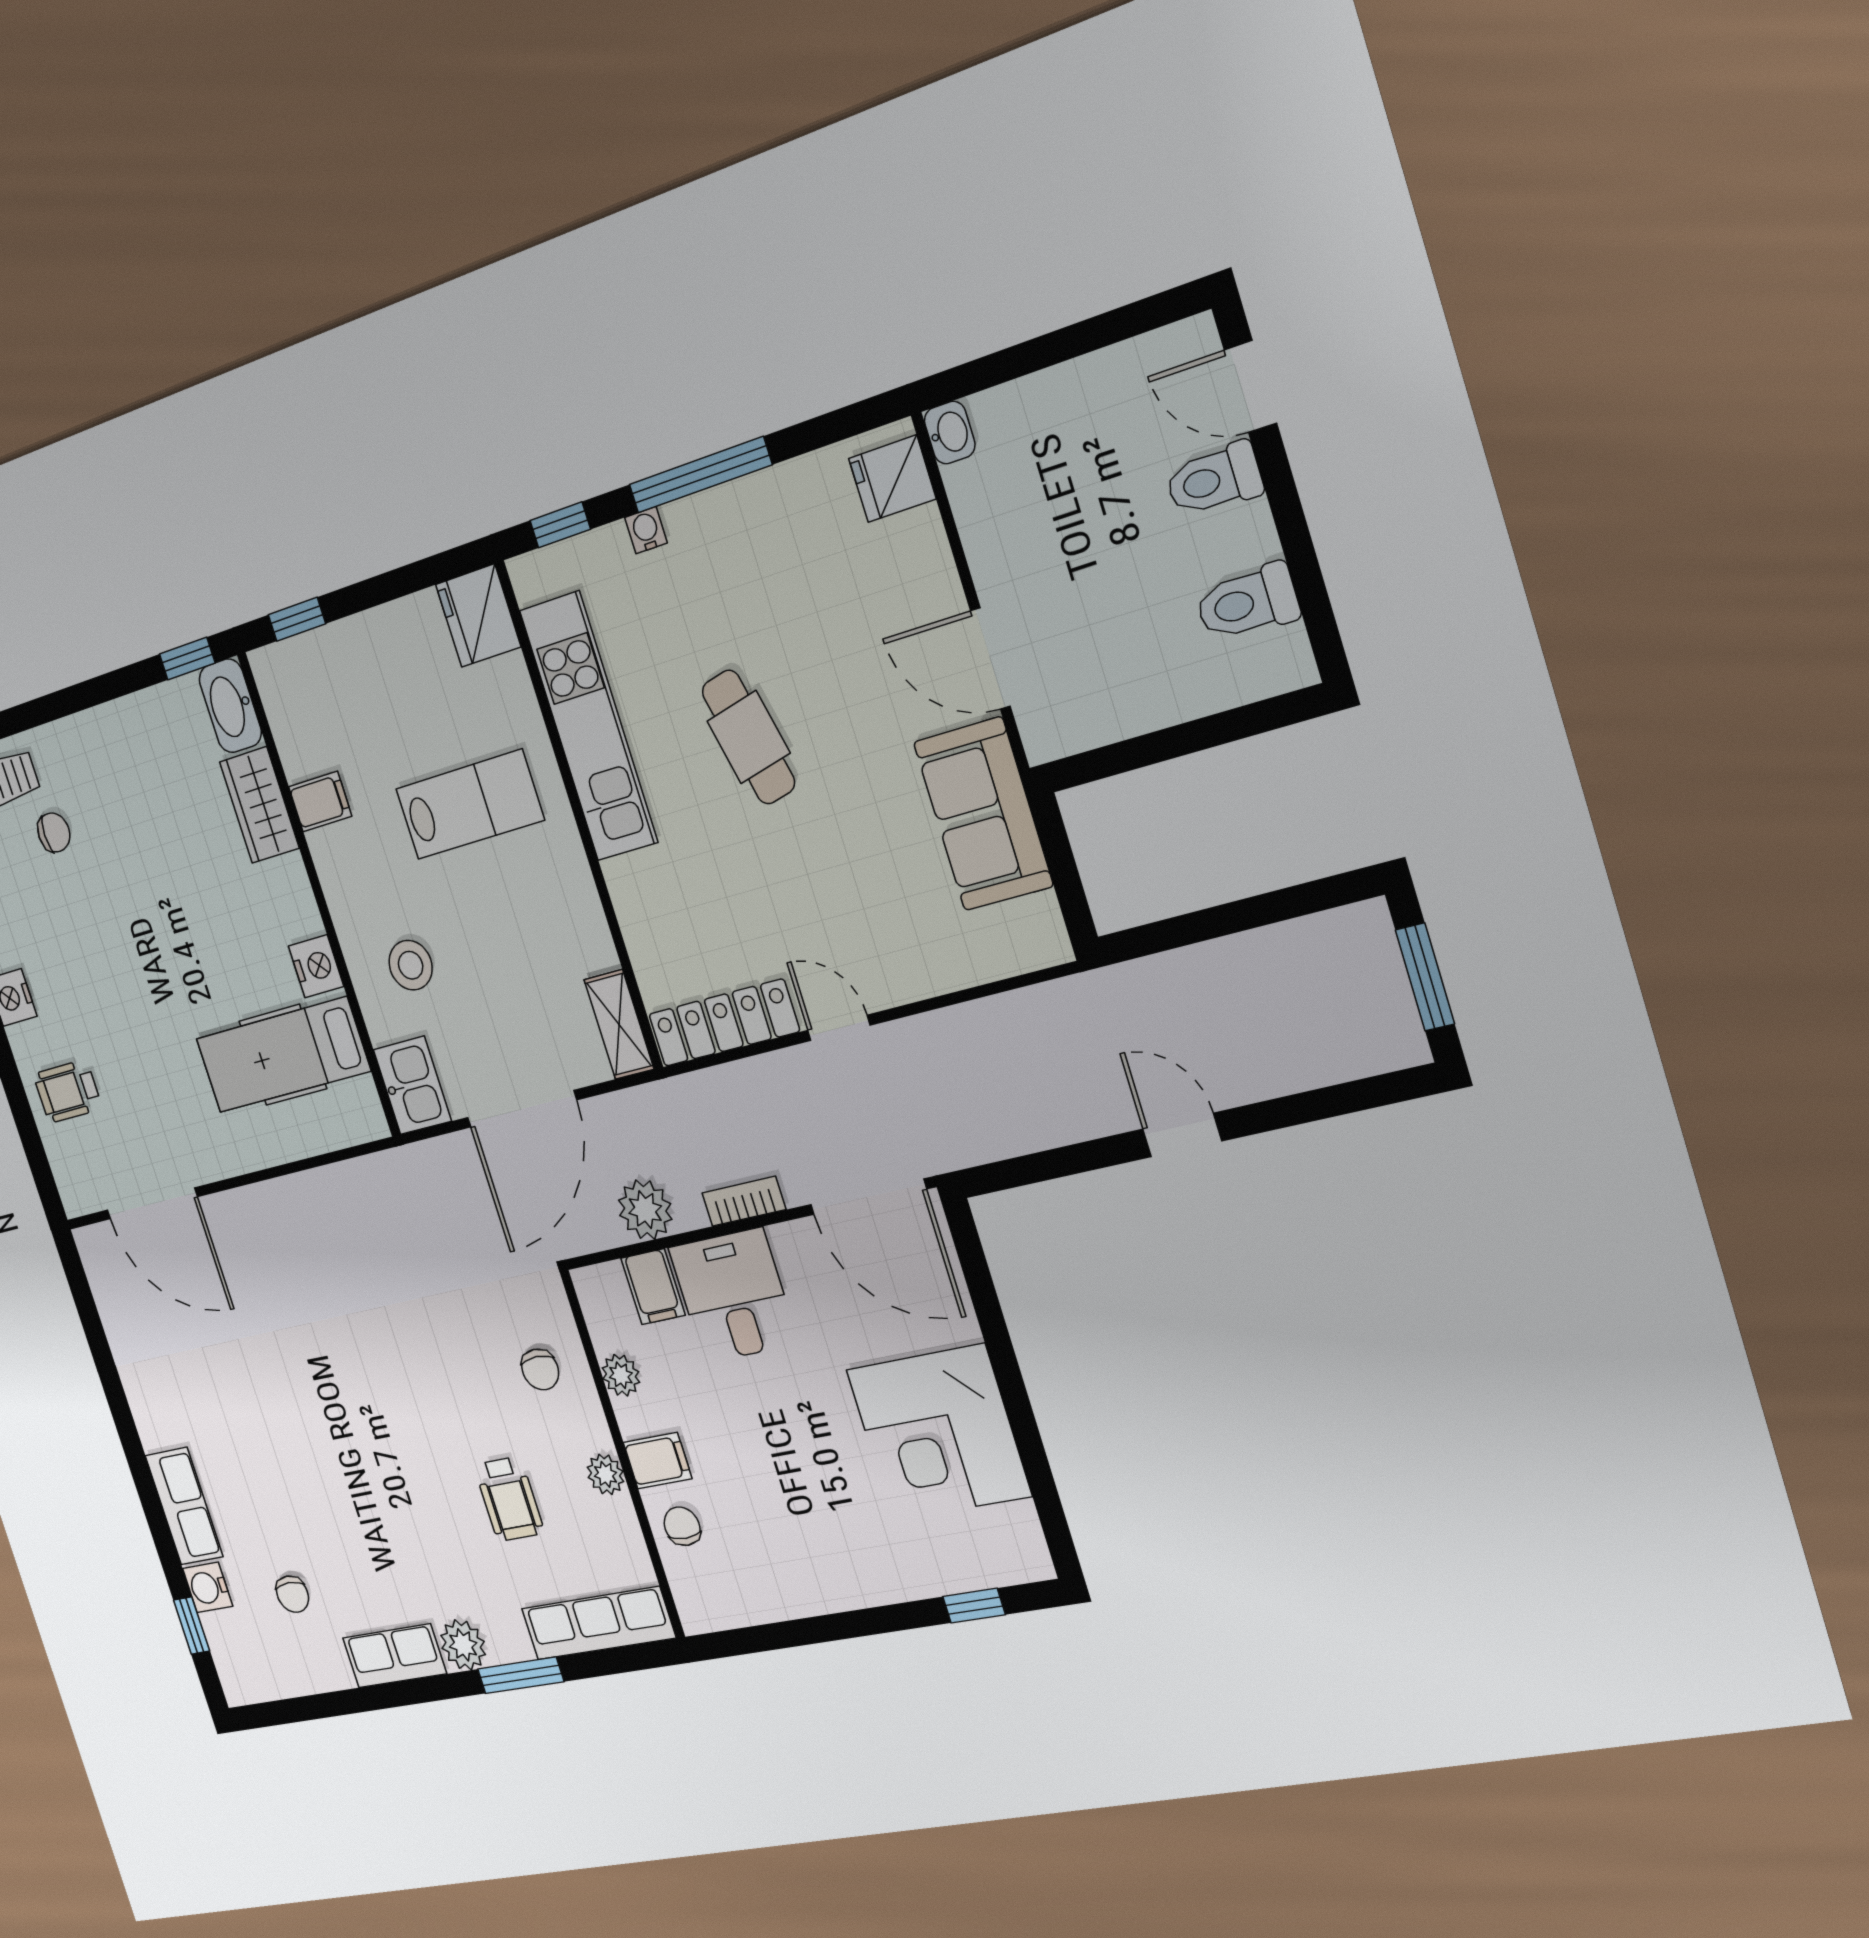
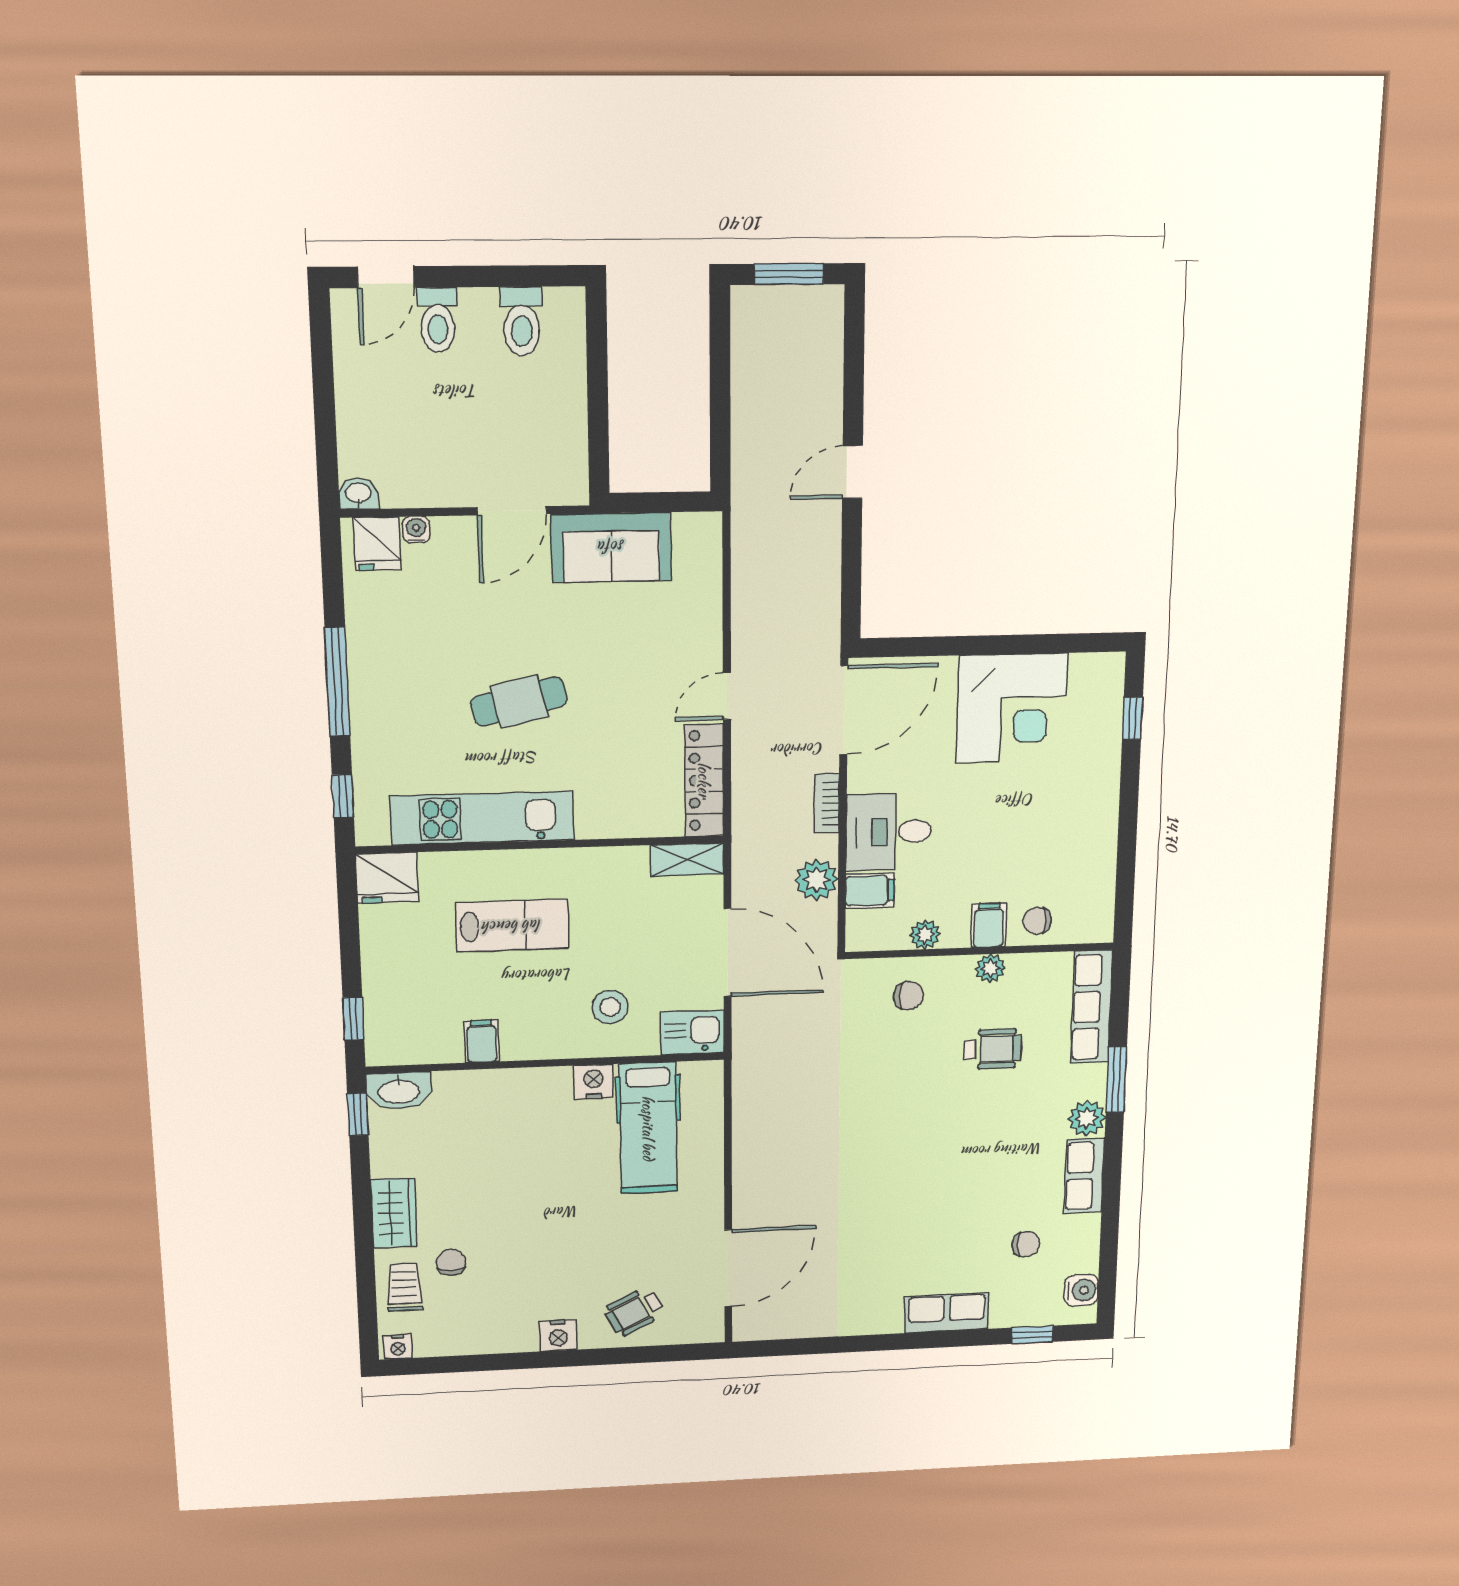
water cooler: (646, 530) -> (416, 530), moved, turned 90
lab bench: (470, 804) -> (512, 926), turned 90
wardrobe: (259, 805) -> (394, 1213), moved, turned -90
wheelchair: (68, 1091) -> (634, 1312), turned 63
water cooler: (208, 1587) -> (1081, 1290), moved, turned -90

